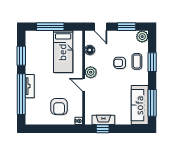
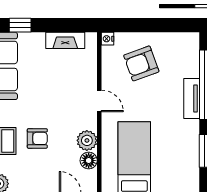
plant: (91, 72) -> (87, 140), moved
armchair: (59, 107) -> (141, 63), turned -110
window: (103, 129) -> (20, 25), moved

